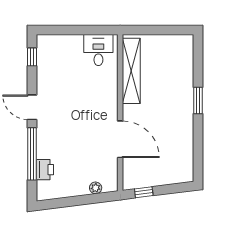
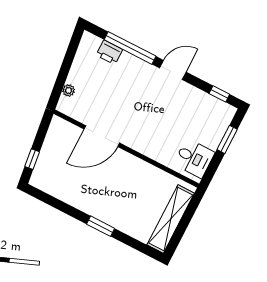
window: (68, 30) -> (227, 139), added
shelving: (131, 71) -> (171, 219), moved, turned 90
window: (144, 192) -> (32, 159), moved

